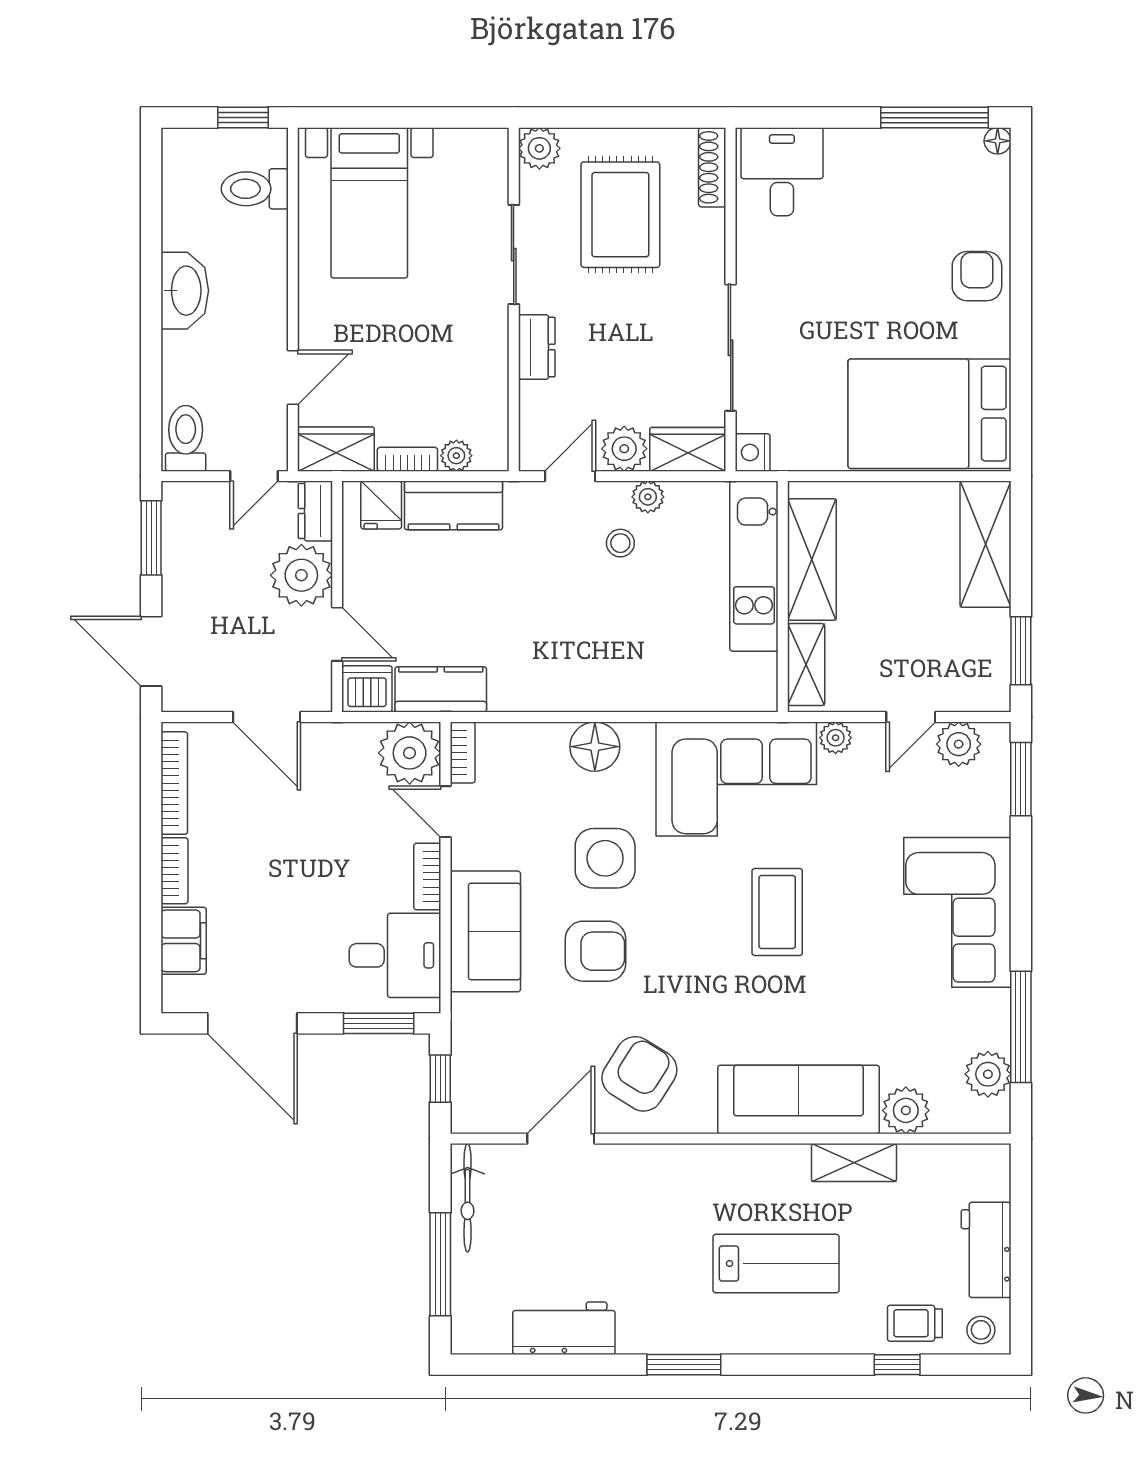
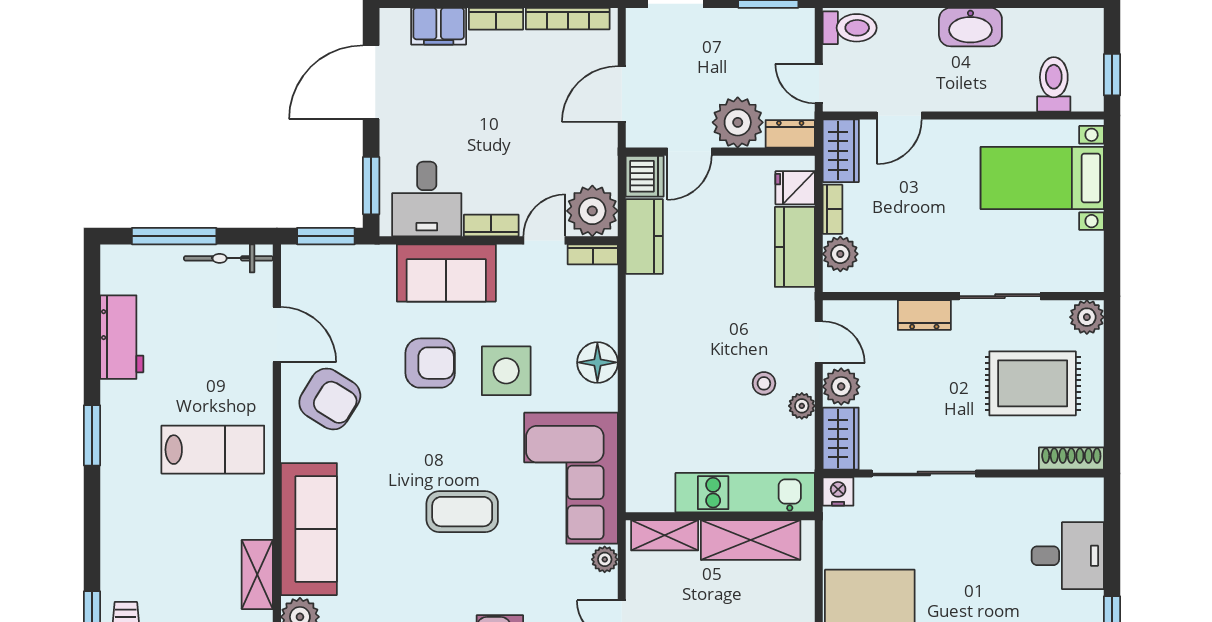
desk: (782, 172) -> (1068, 556), moved
door: (293, 378) -> (899, 116), hinge flipped
plant: (456, 456) -> (840, 254), width x1.38, depth x1.38
armchair: (596, 951) -> (430, 363), turned -90
window: (440, 1079) -> (326, 236), width x1.50
lab bench: (776, 1264) -> (213, 450), moved, turned -90

